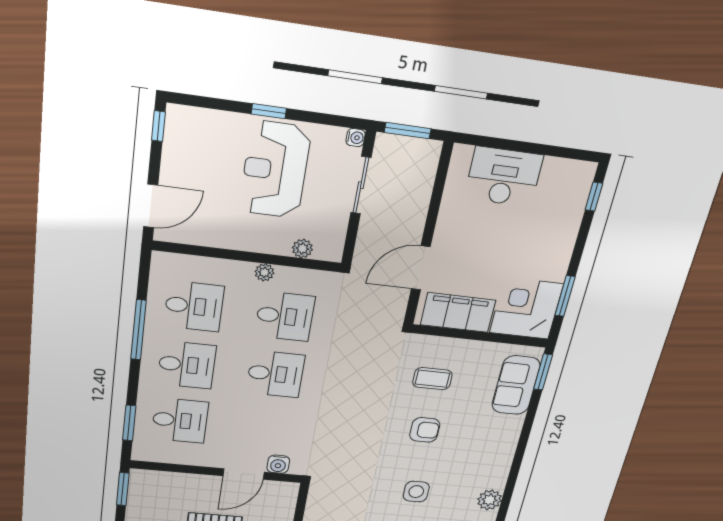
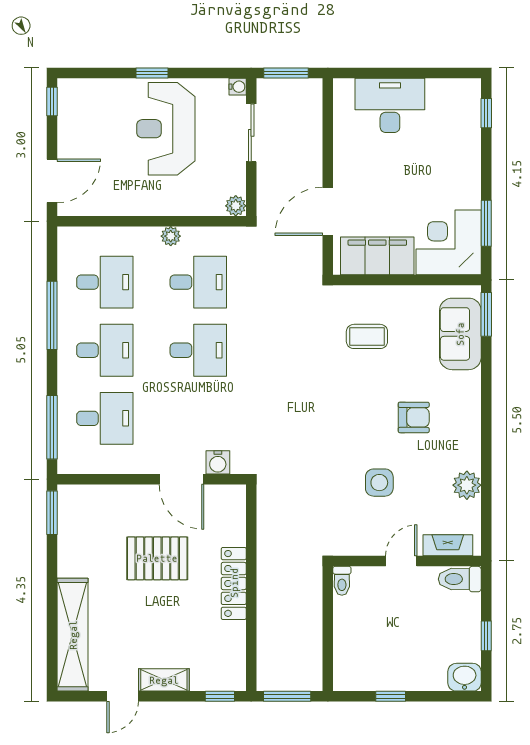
plant: (302, 249) -> (236, 206), moved
window: (129, 423) -> (52, 427), width x1.44
armchair: (425, 430) -> (414, 417), moved
door: (244, 474) -> (182, 479), hinge flipped

